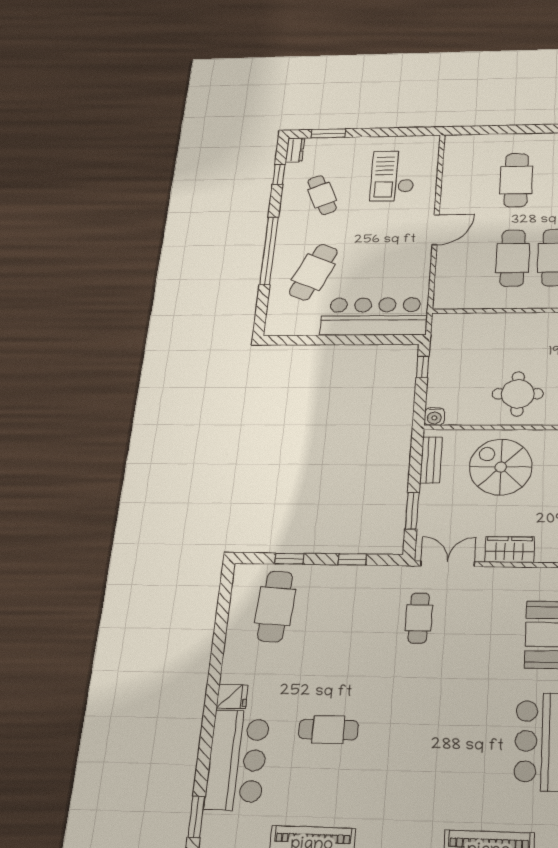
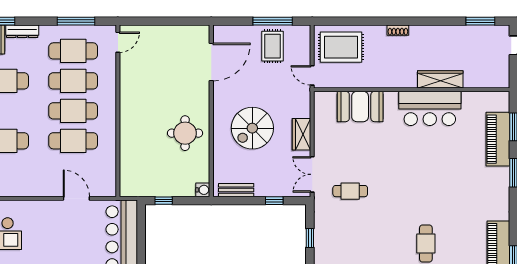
door: (436, 230) -> (76, 198), moved
spiral stairs: (501, 467) -> (252, 128), moved
window: (412, 511) -> (274, 201), width x0.67

